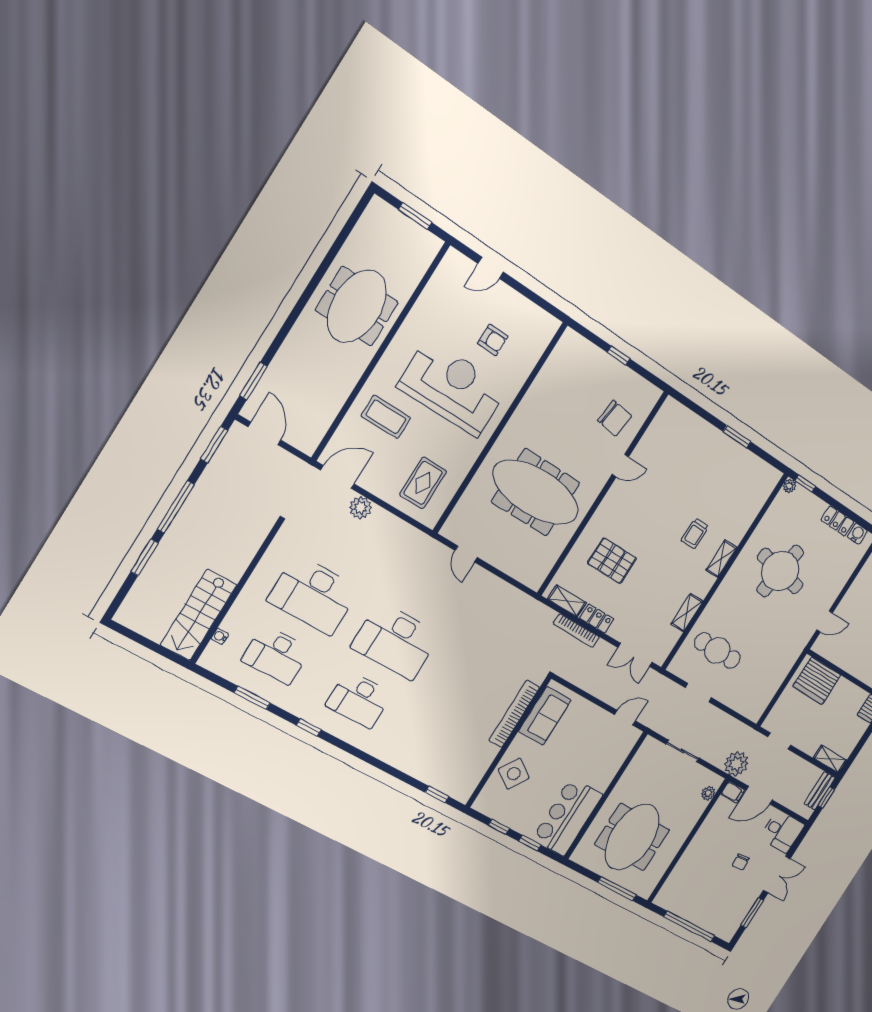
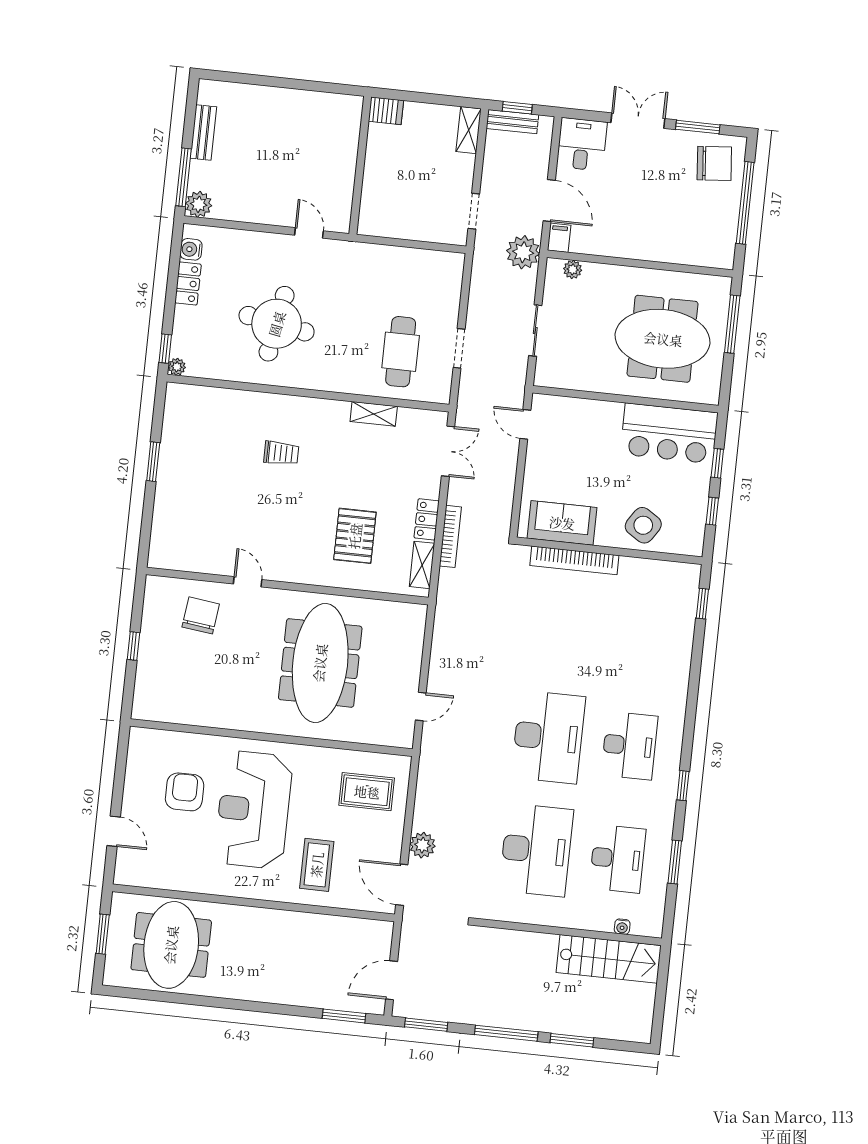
meeting table: (357, 306) -> (171, 945), moved, turned 90
armchair: (493, 340) -> (185, 792), width x1.38, depth x1.38
shelving: (721, 559) -> (295, 405), removed
server rack: (817, 681) -> (383, 203), removed
chair: (741, 862) -> (714, 163), moved, width x1.87, depth x1.87

